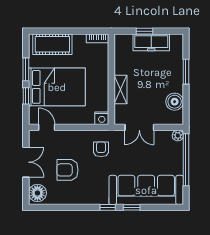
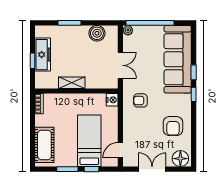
bed: (57, 87) -> (89, 141), width x0.67
shelving: (121, 90) -> (72, 83), moved
armchair: (67, 170) -> (173, 126), moved

